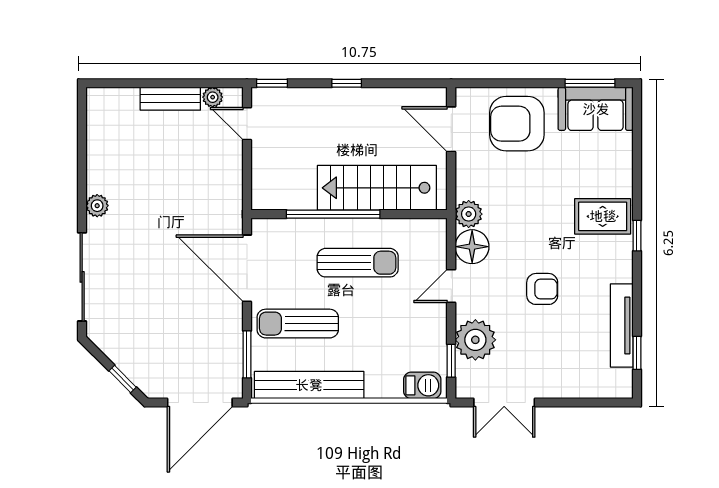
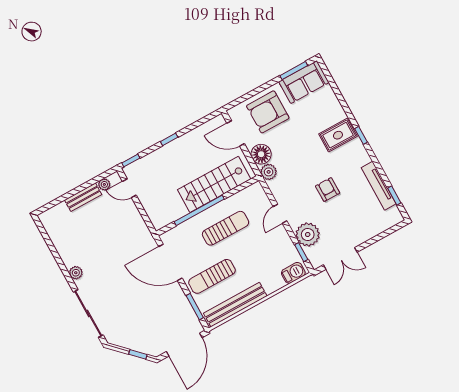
floor lamp: (472, 247) -> (261, 154), moved
armchair: (542, 289) -> (328, 189), turned -90

